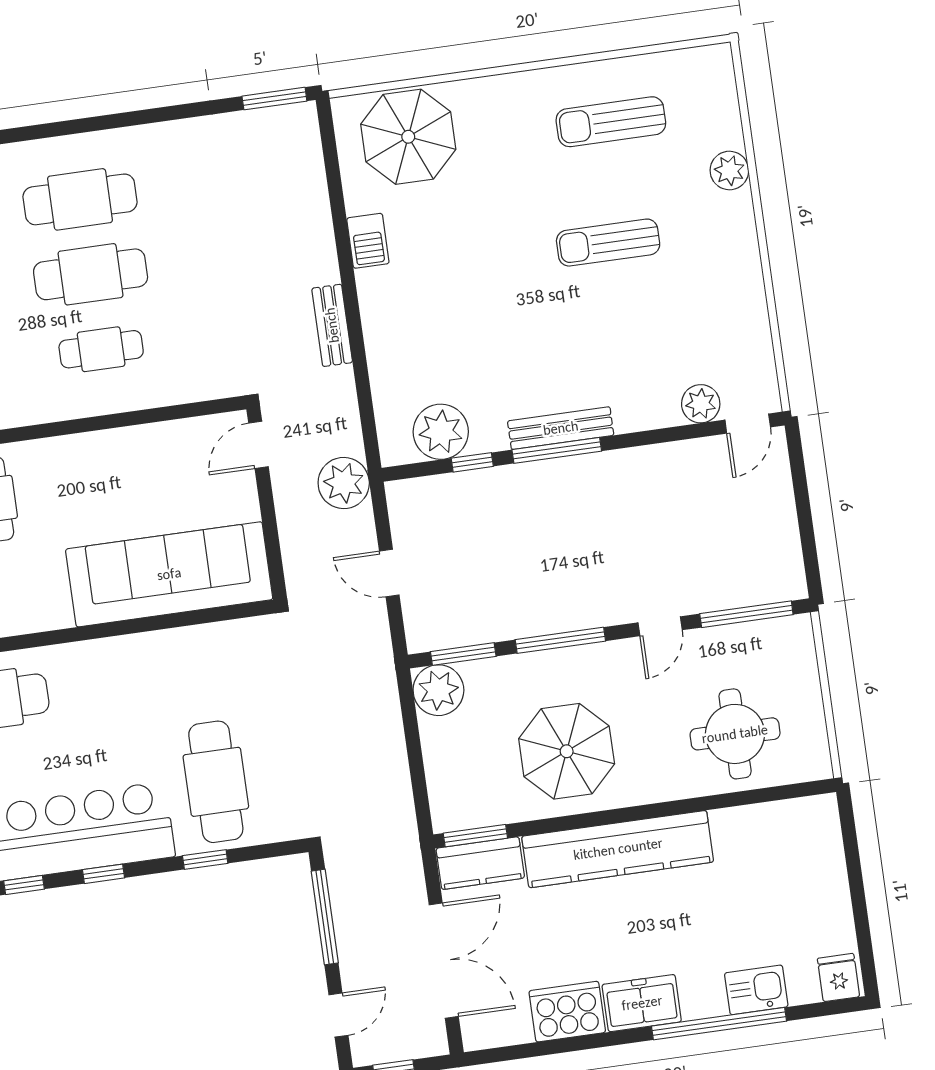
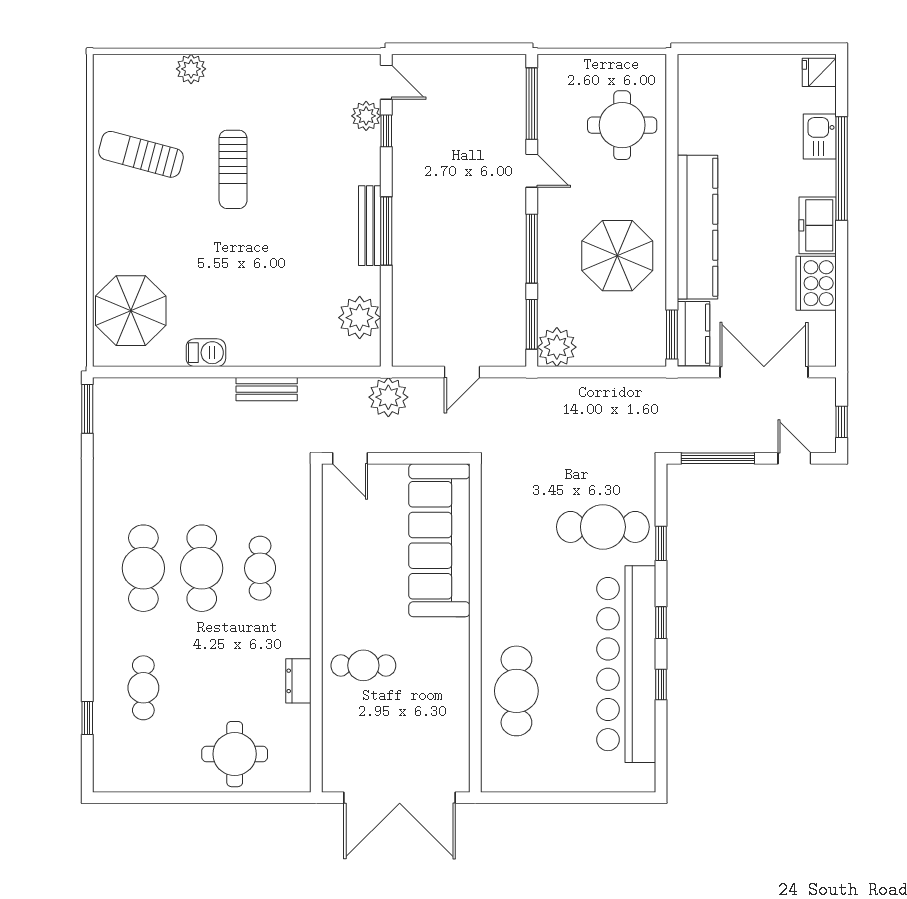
sun lounger: (611, 122) -> (141, 154), turned 105
window: (472, 462) -> (386, 131), moved

